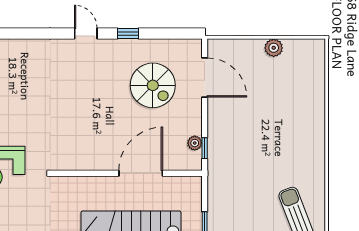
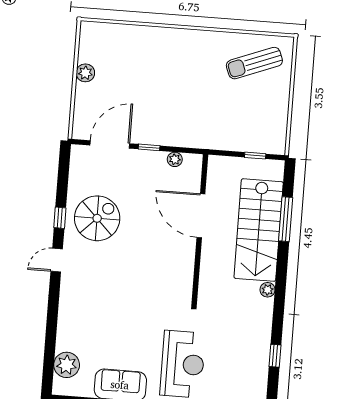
spiral stairs: (153, 85) -> (97, 218), moved
window: (205, 148) -> (149, 147), moved

